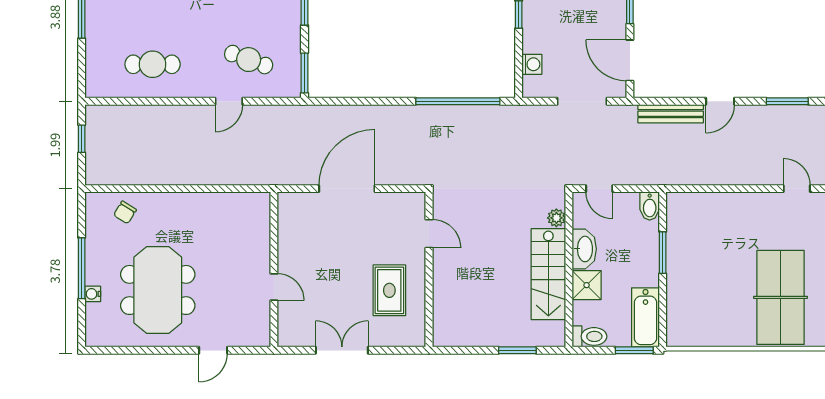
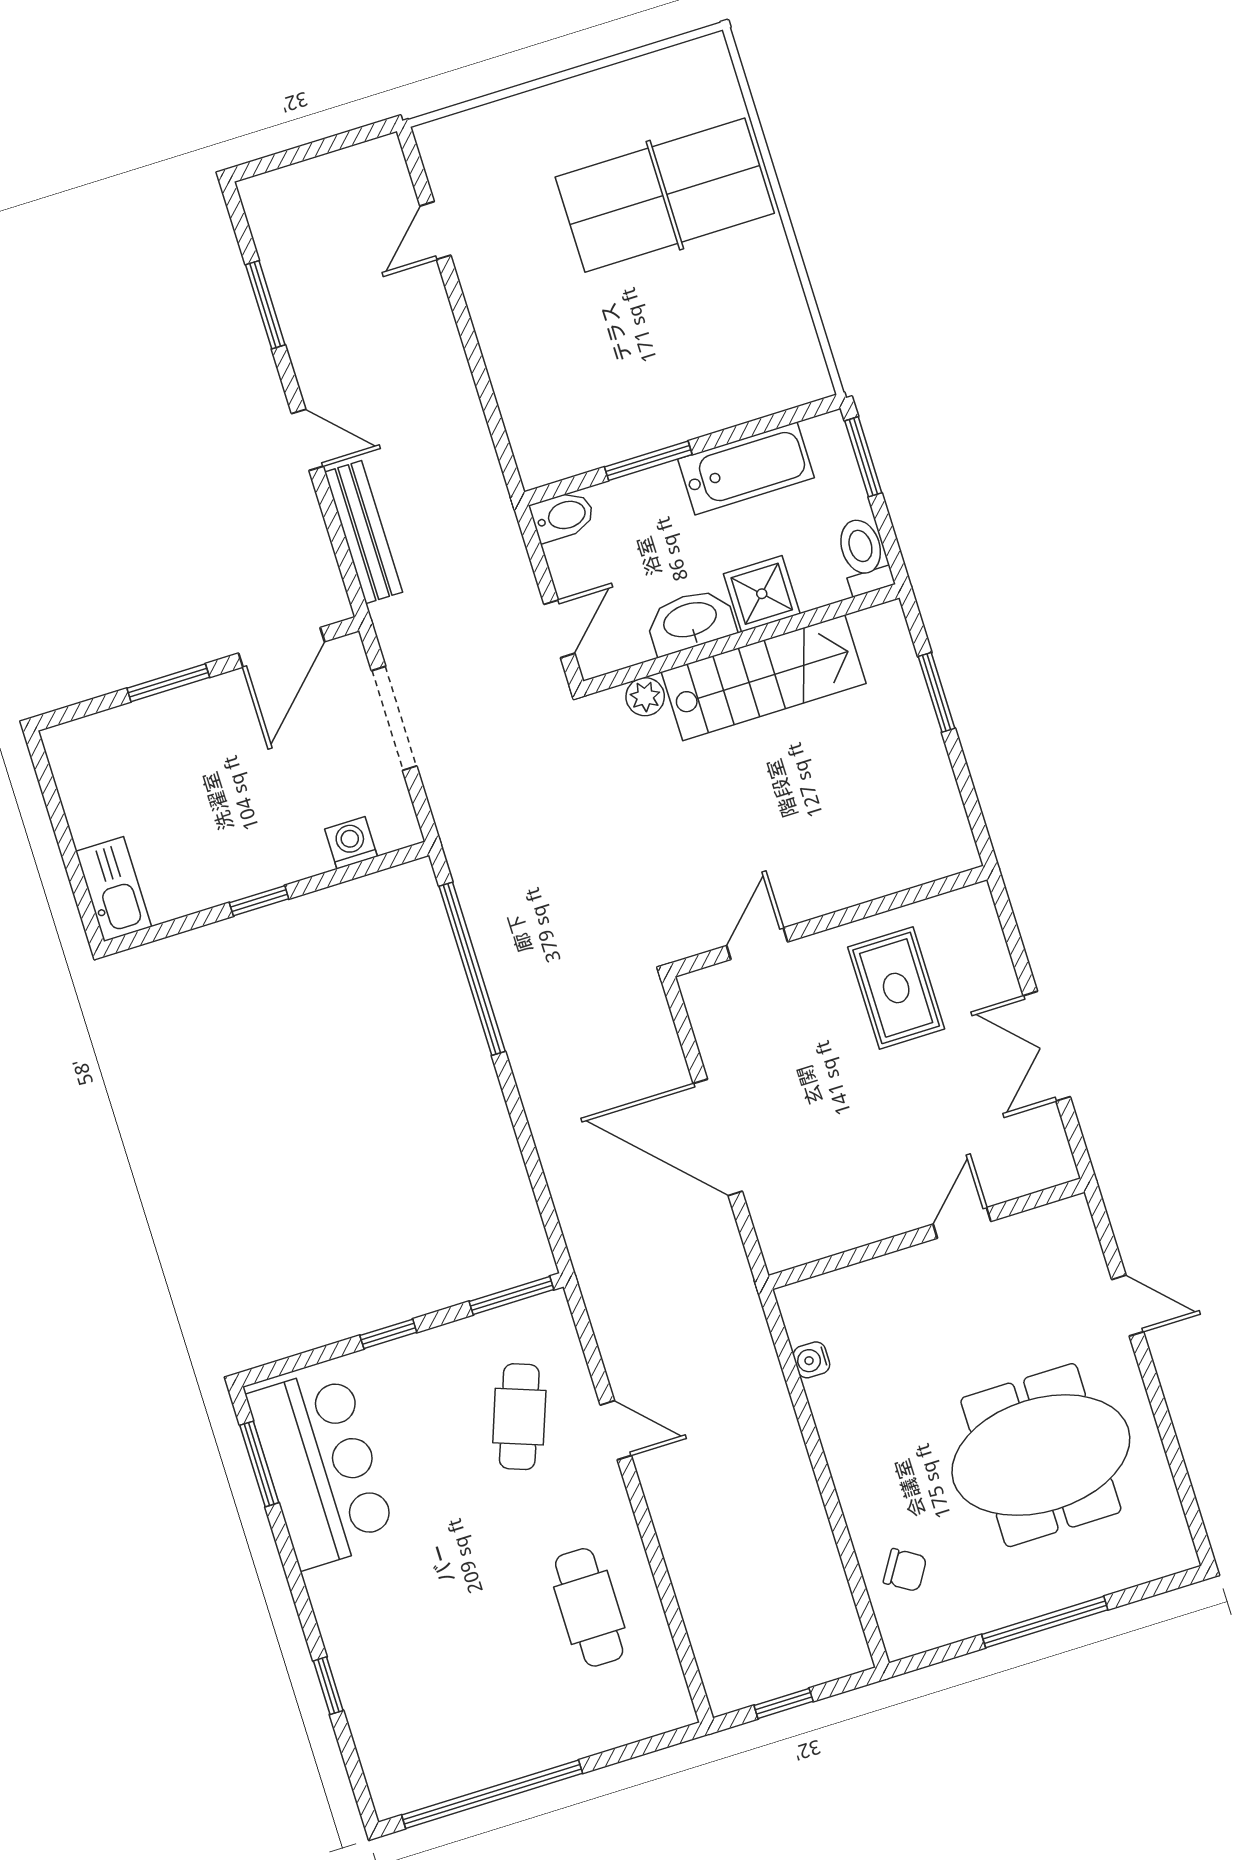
rug: (389, 290) -> (896, 988), turned 90
water cooler: (93, 294) -> (812, 1360), moved, turned 90
bathtub: (646, 317) -> (746, 468), moved

